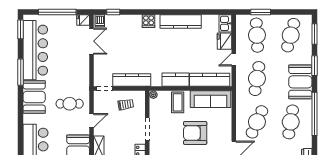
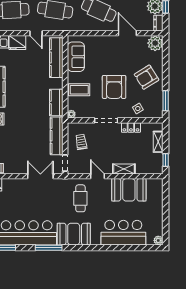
double door: (92, 41) -> (40, 176), moved
kitchen counter: (175, 80) -> (56, 103), moved
sofa: (210, 99) -> (76, 57), width x0.73
armchair: (195, 133) -> (114, 87), moved

